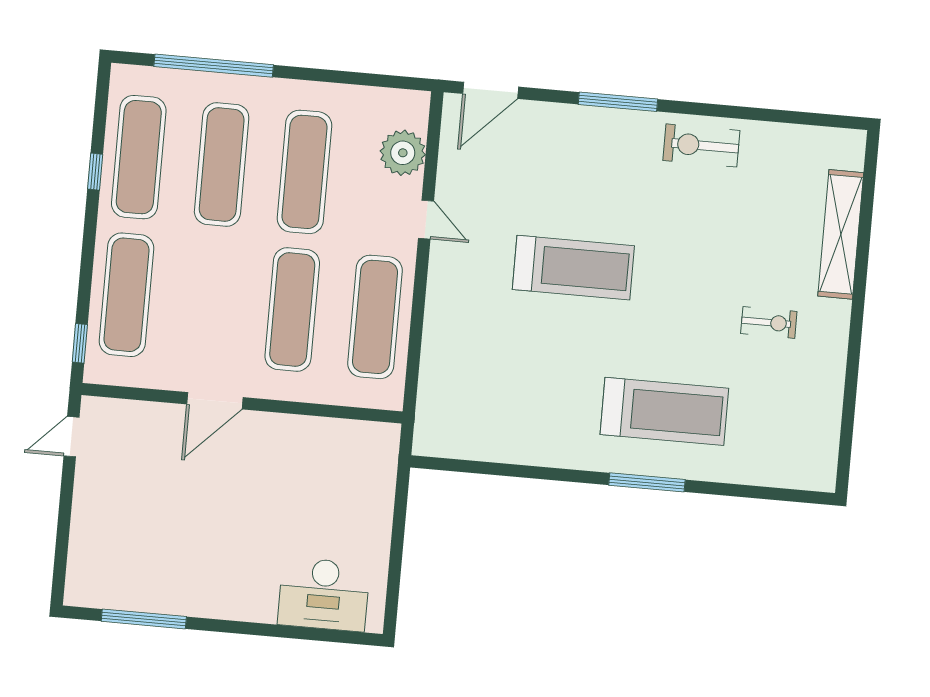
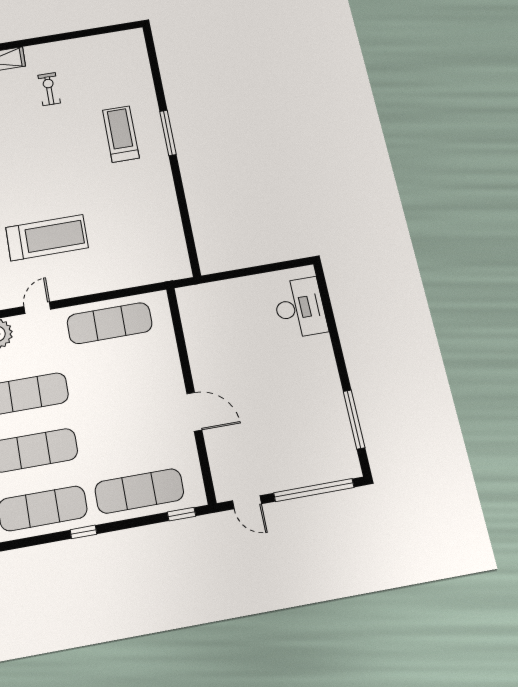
window: (95, 172) -> (83, 532), moved
treadmill: (573, 268) -> (47, 238), moved, turned 90
exercise mat: (292, 310) -> (119, 377), removed
treadmill: (664, 411) -> (121, 134), width x0.73, depth x0.73
window: (63, 533) -> (314, 490), added

